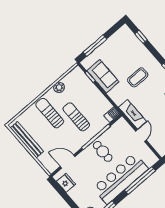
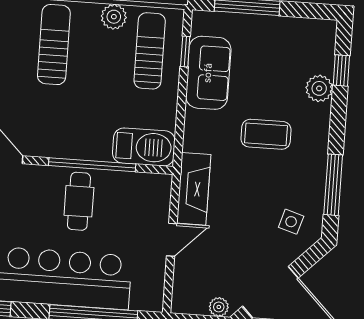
plant: (140, 49) -> (319, 88), added
barbecue: (112, 115) -> (144, 147), width x1.88, depth x1.53
sun lounger: (76, 117) -> (150, 51), moved

